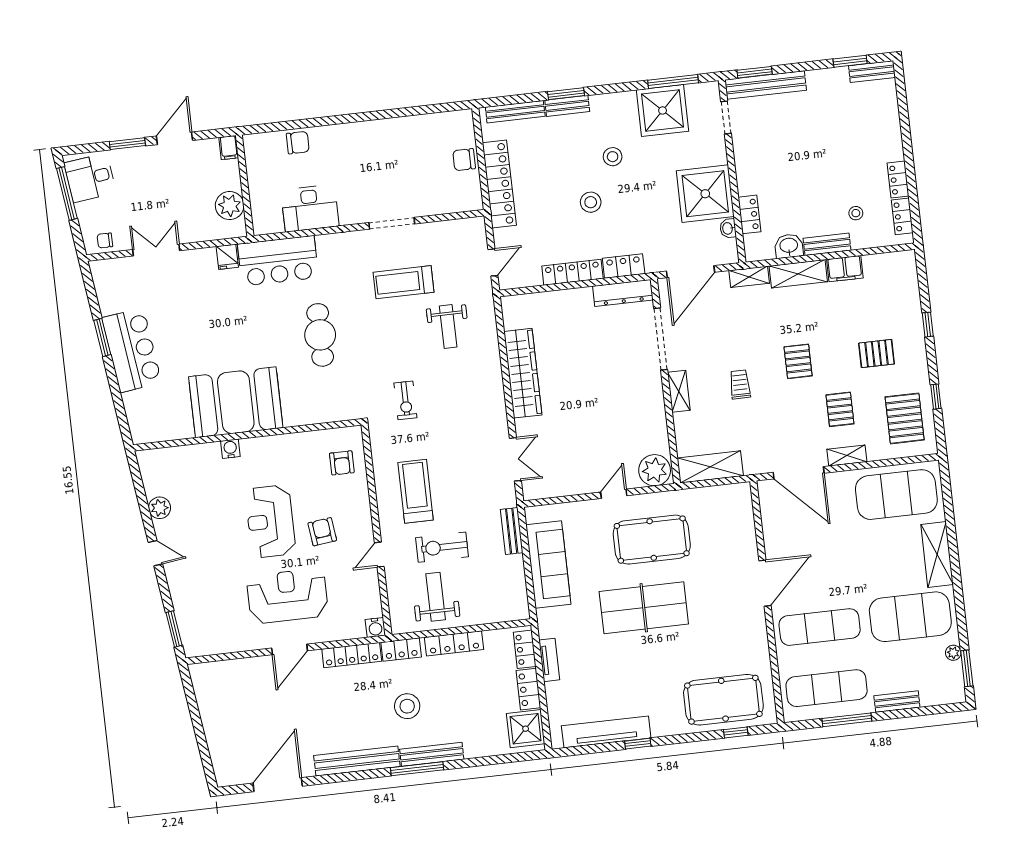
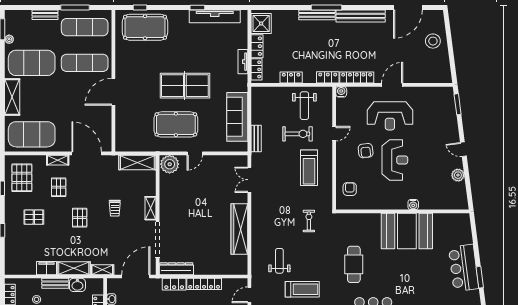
locker: (454, 643) -> (291, 78), width x0.66
stool: (407, 706) -> (433, 41), moved

